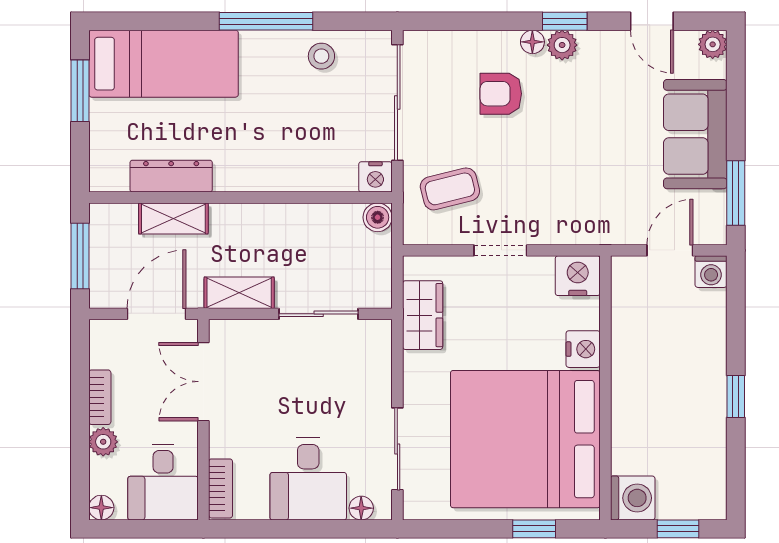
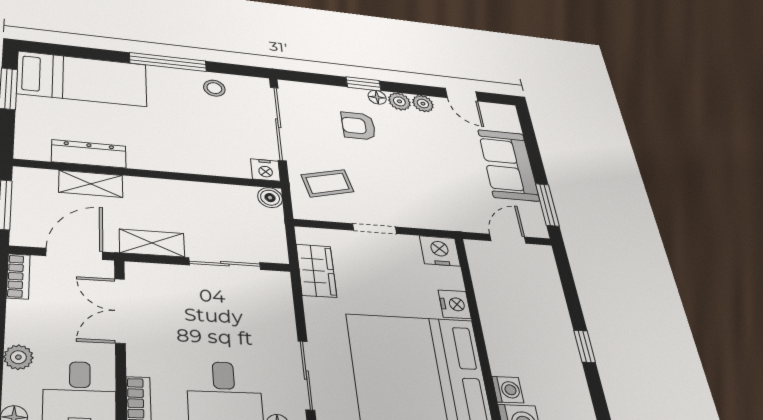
window: (565, 21) -> (364, 84), moved
plant: (713, 44) -> (423, 104), moved
washing machine: (711, 272) -> (508, 390), moved, turned -90
bookcase: (100, 397) -> (18, 276), moved

